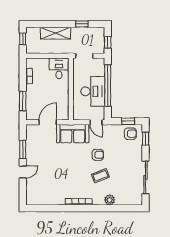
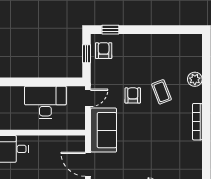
window: (108, 86) -> (37, 82), removed
sliding door: (146, 177) -> (164, 30), removed

